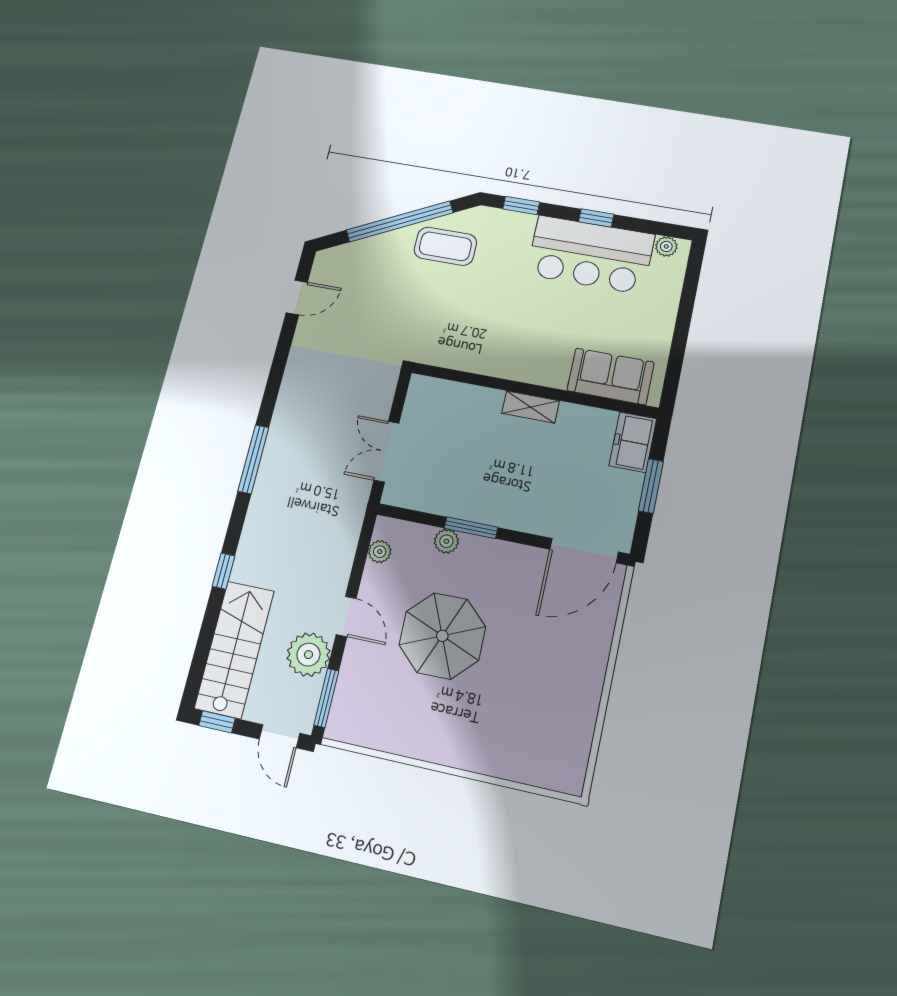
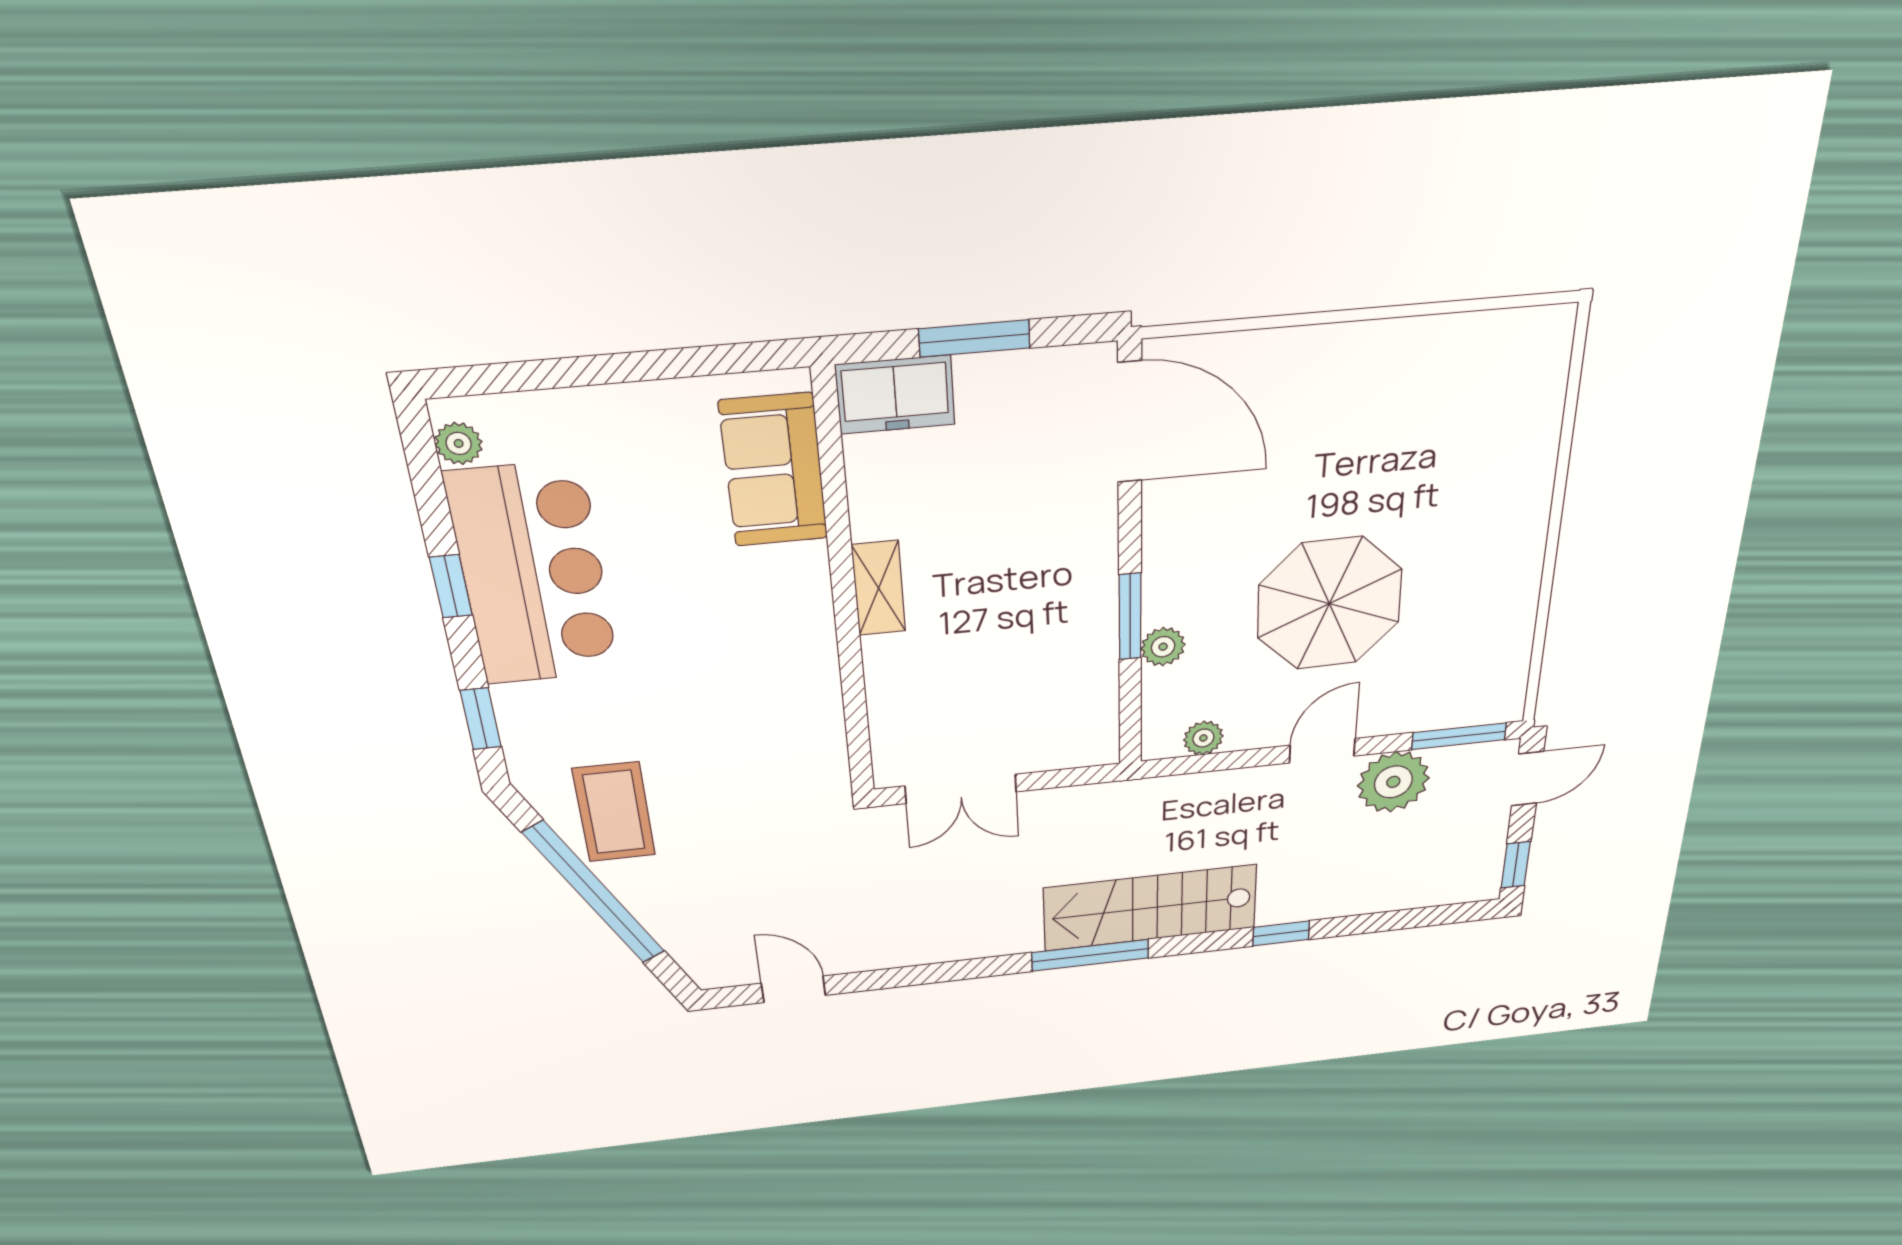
double door: (386, 452) -> (961, 789), moved
stairs: (234, 649) -> (1150, 908), moved

